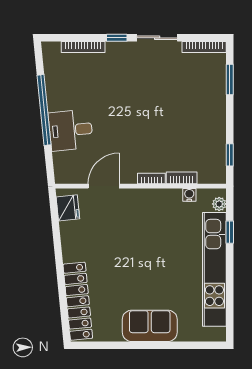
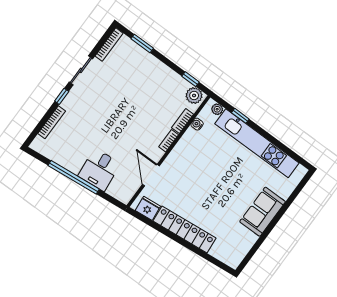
plant: (216, 171) -> (194, 96), added
locker: (78, 301) -> (184, 230), moved

